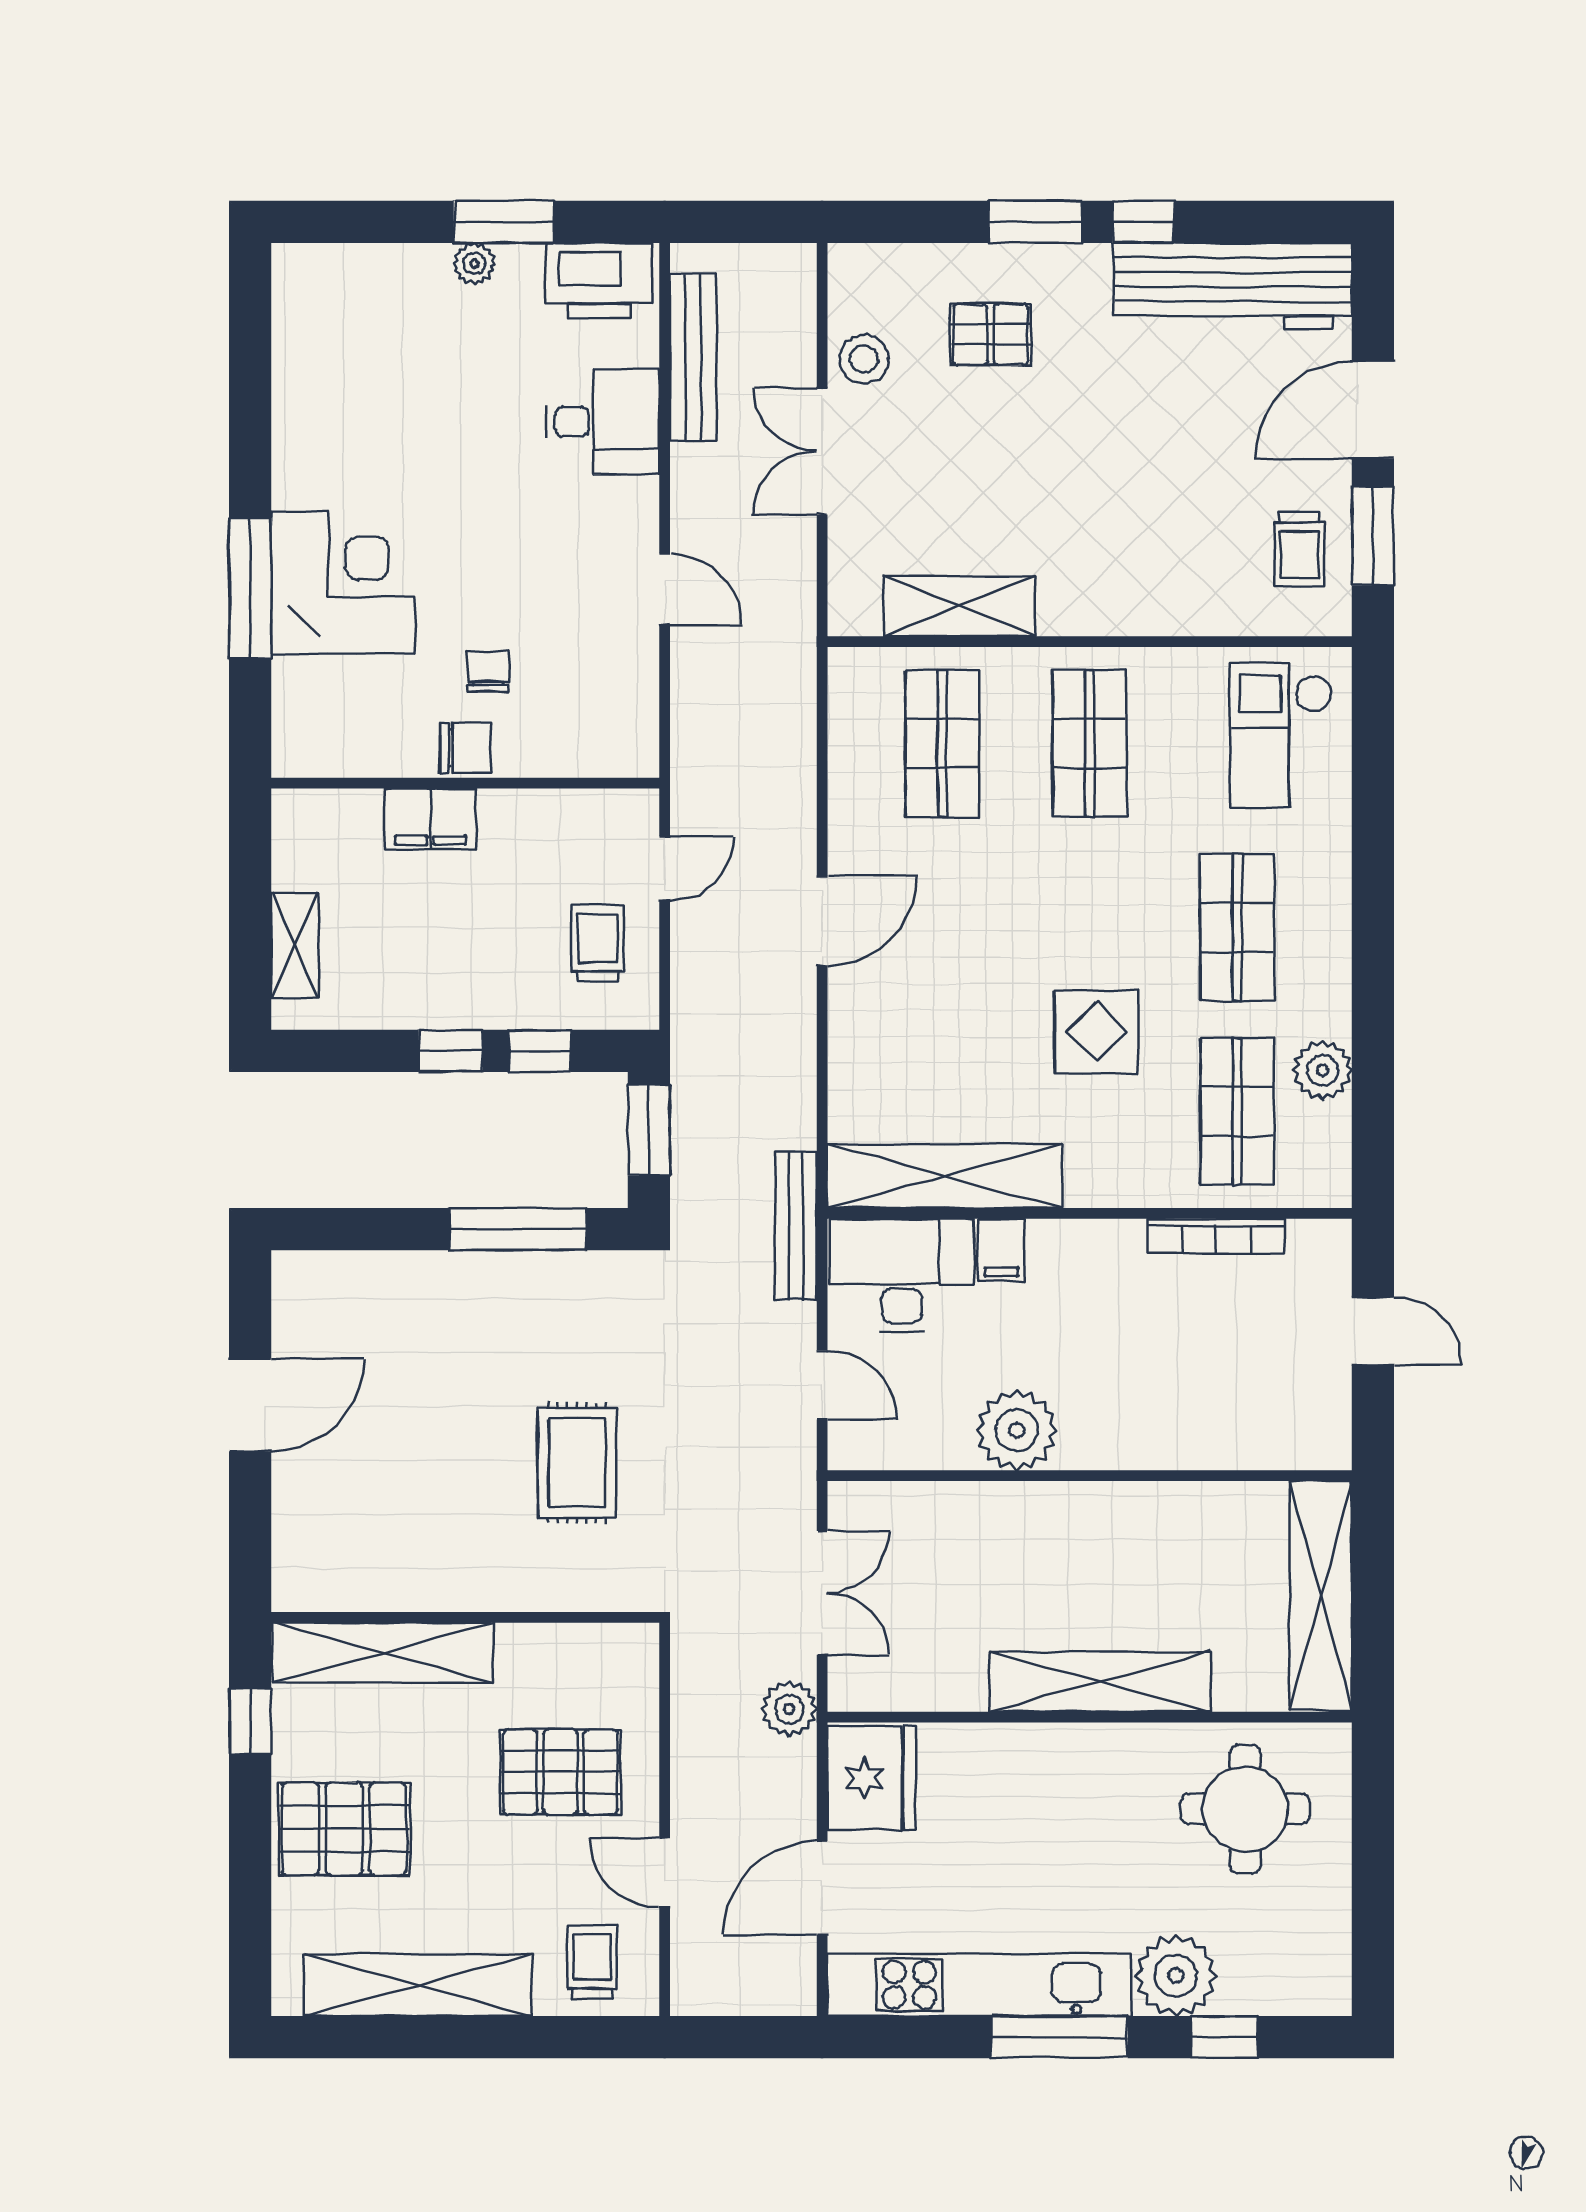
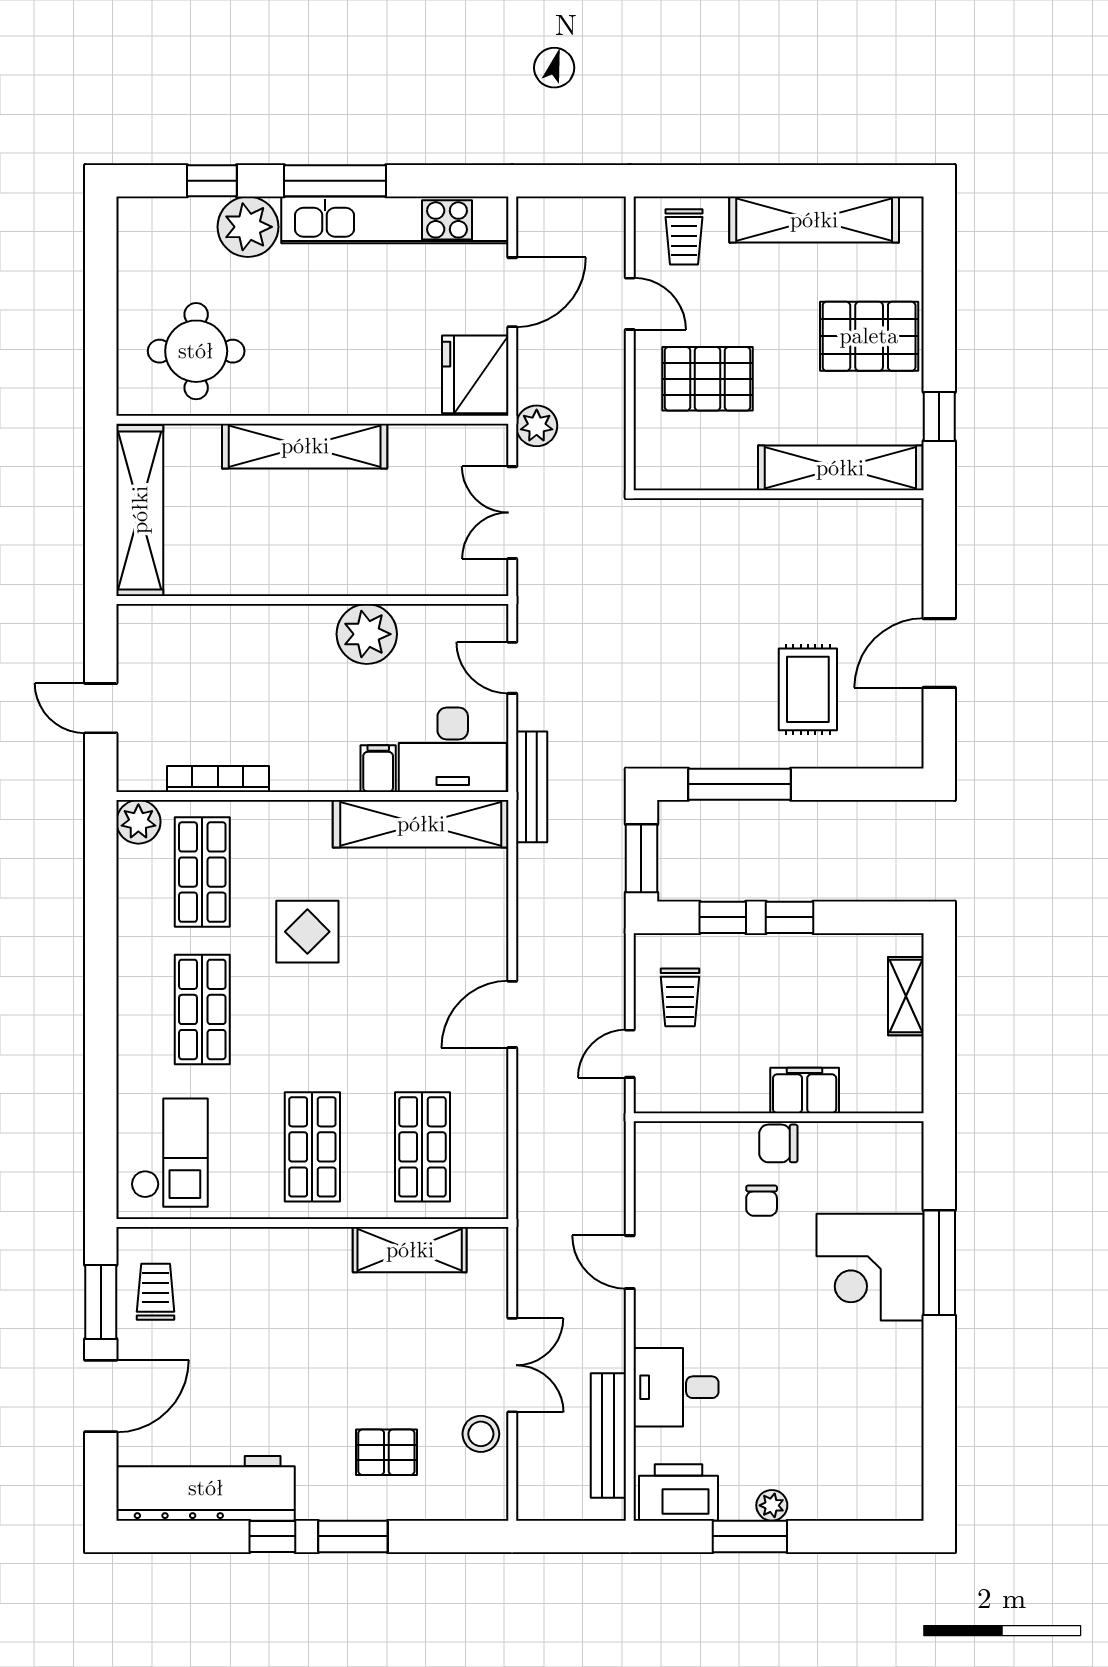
plant: (1323, 1070) -> (138, 822), moved
rug: (577, 1463) -> (808, 689), moved

